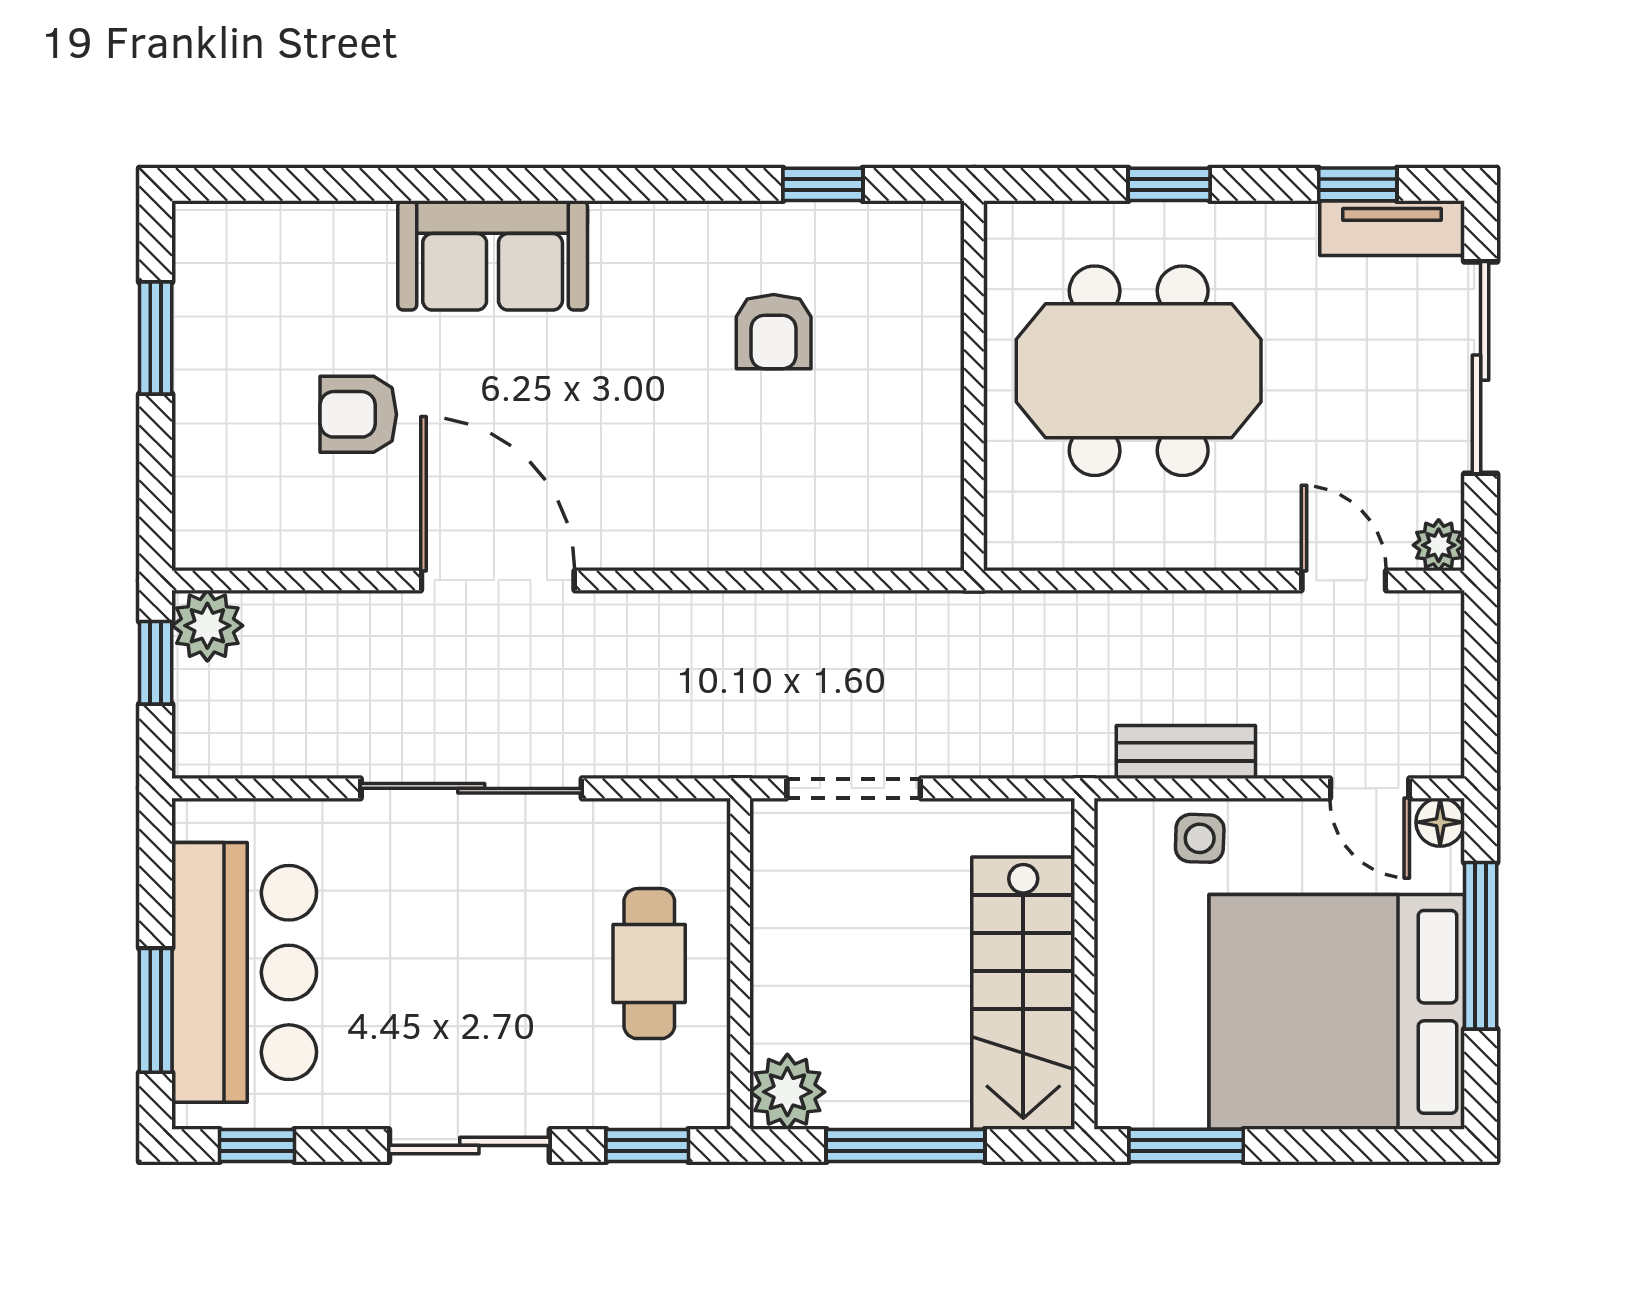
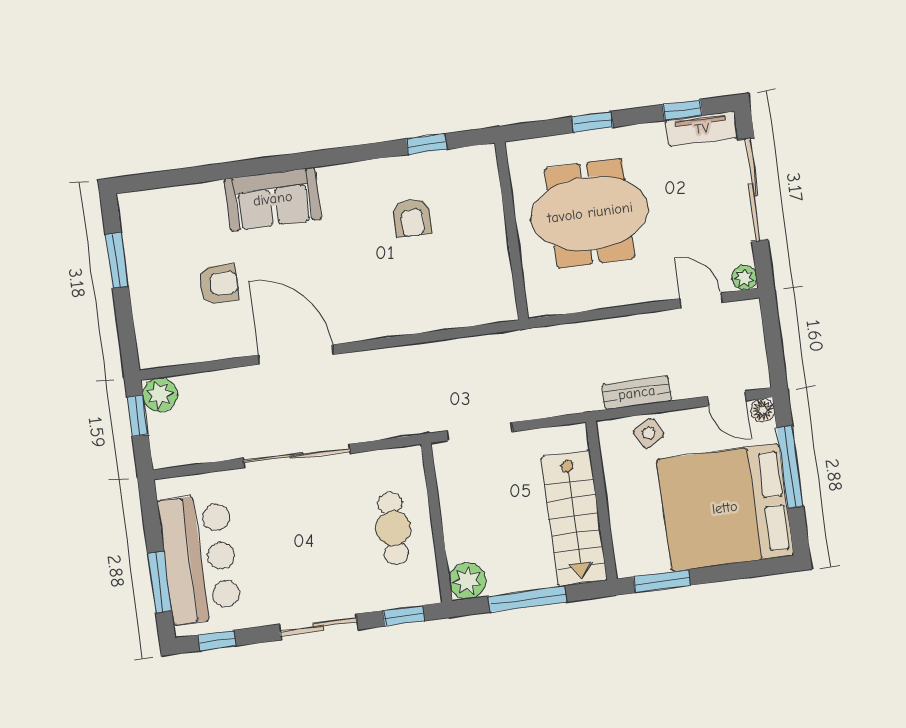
armchair: (358, 414) -> (219, 284), turned 180
side table: (1200, 838) -> (649, 433), turned -30

